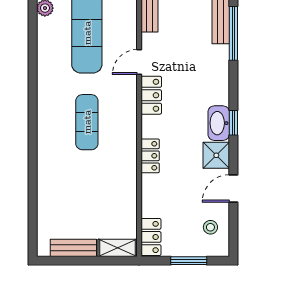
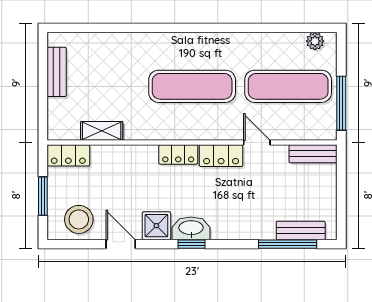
exercise mat: (87, 122) -> (192, 86), width x1.36, depth x1.45
locker: (150, 156) -> (178, 154), moved
stool: (210, 227) -> (79, 219), width x1.89, depth x1.89
shelving: (118, 248) -> (102, 131), moved, turned 90

